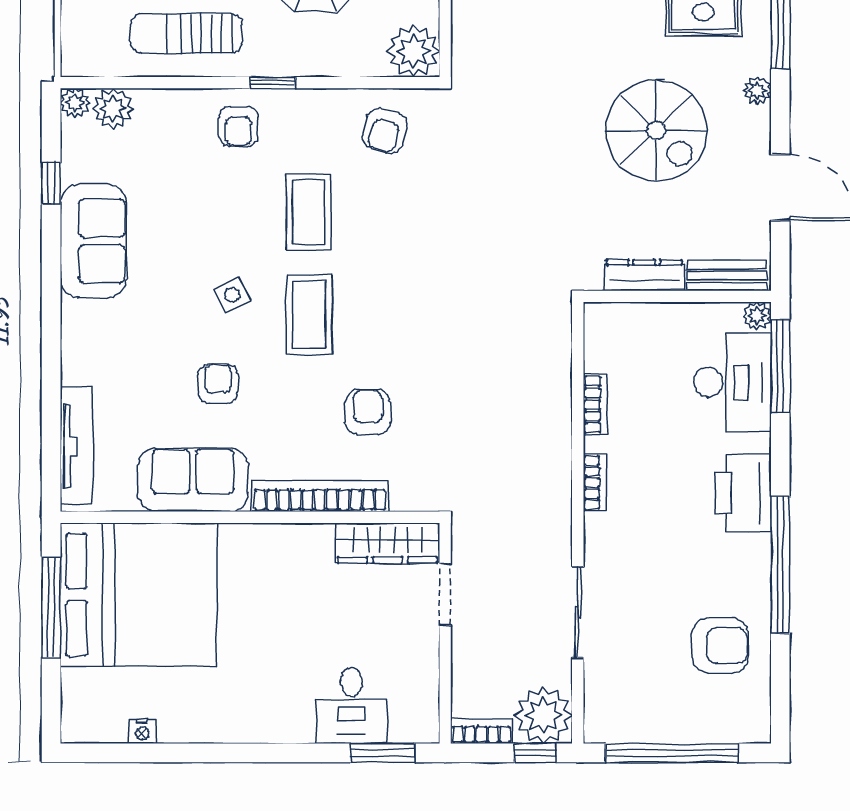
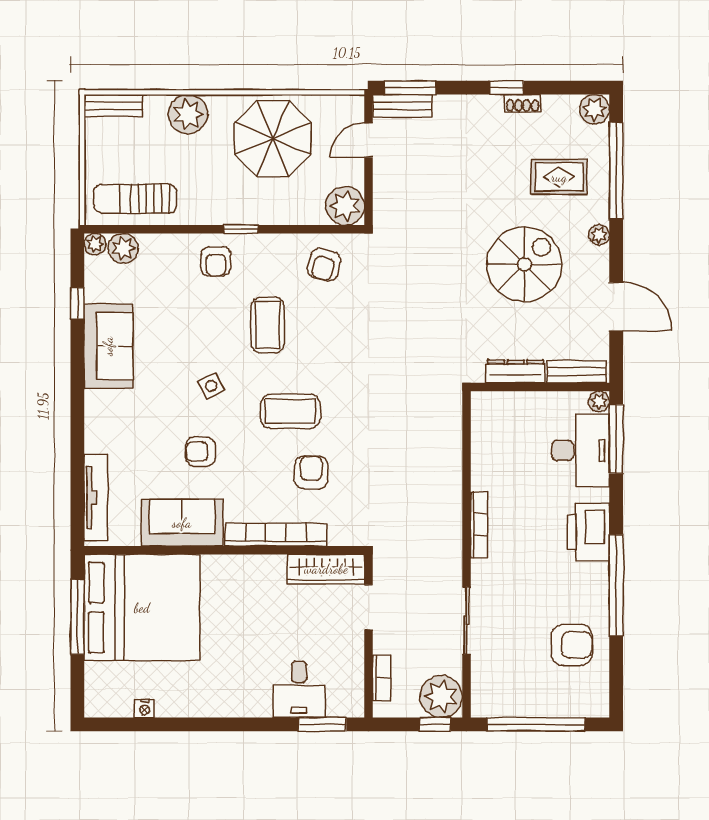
sun lounger: (186, 33) -> (135, 199), moved
spiral stairs: (656, 130) -> (524, 264), turned -90
coffee table: (309, 314) -> (290, 411), moved, turned 90
armchair: (218, 384) -> (200, 452), turned -90
bookcase: (595, 405) -> (479, 467), removed
bookcase: (595, 483) -> (479, 525), width x1.56
bookcase: (481, 731) -> (382, 678), moved, turned 90

